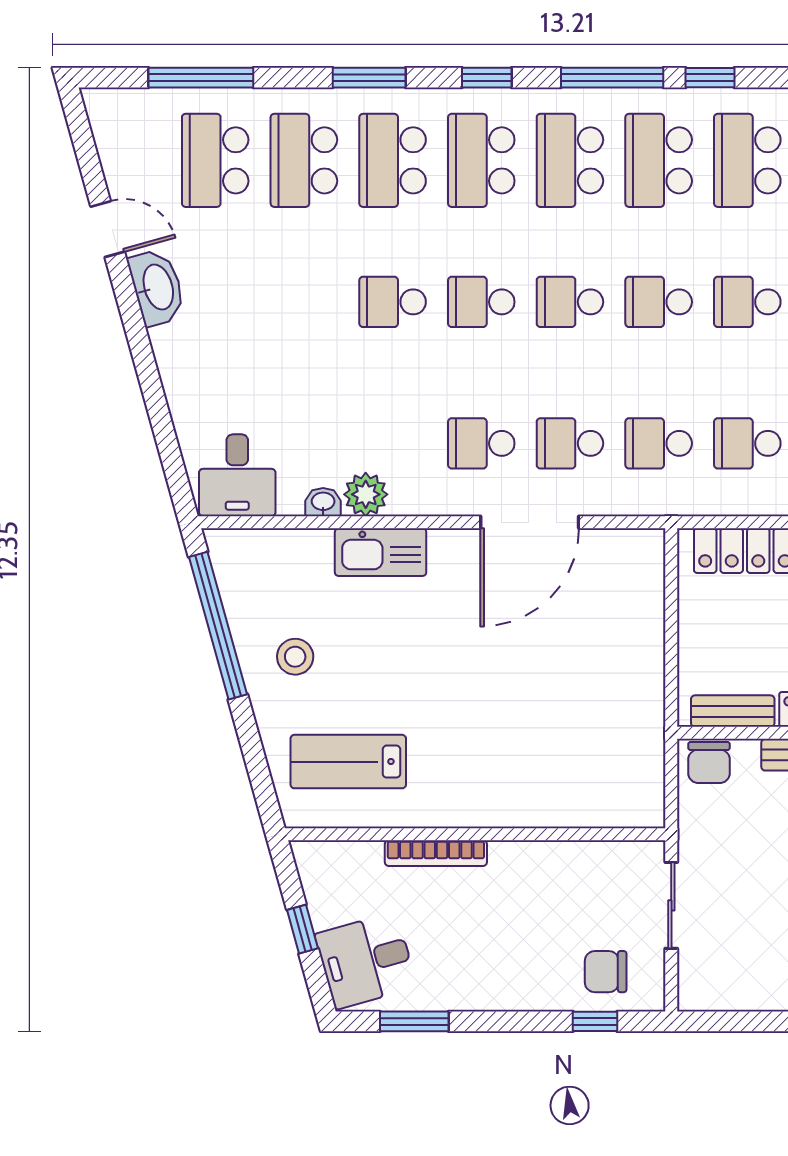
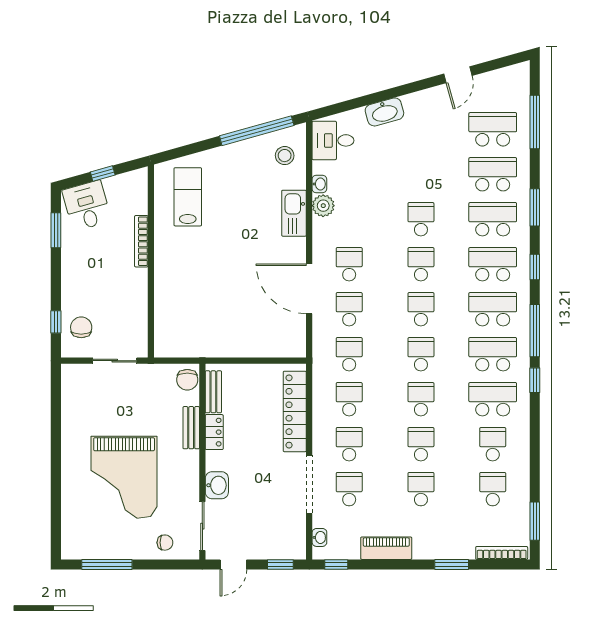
washbasin: (157, 287) -> (384, 112), moved
stool: (295, 657) -> (285, 156), moved
chair: (709, 763) -> (187, 380), turned -90

